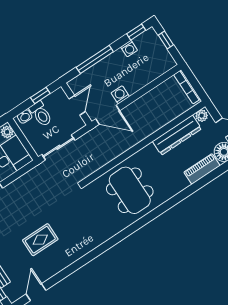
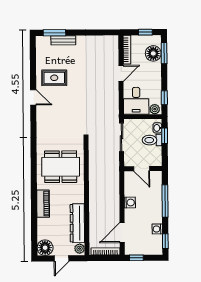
window: (166, 40) -> (136, 258), moved
window: (40, 96) -> (165, 136), moved
door: (108, 115) -> (122, 233), moved
piano: (202, 169) -> (43, 204), moved
rug: (40, 240) -> (54, 78), moved, turned 90
door: (36, 292) -> (33, 97), moved

